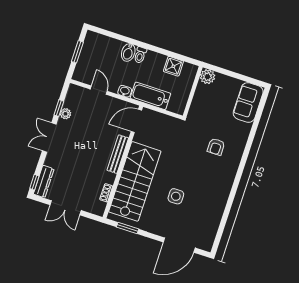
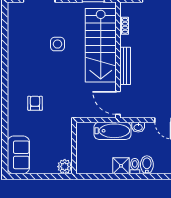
shower: (173, 66) -> (121, 166), moved
door: (136, 121) -> (118, 103), swing flipped

